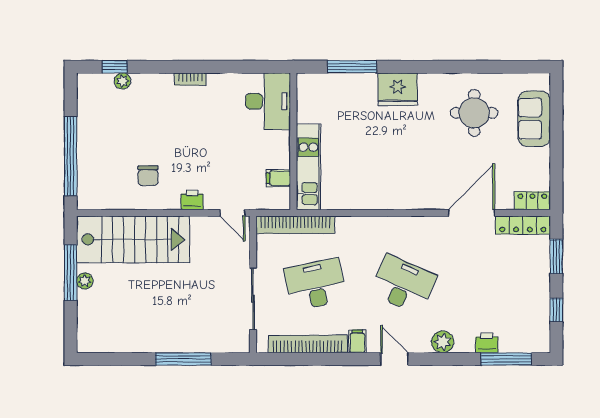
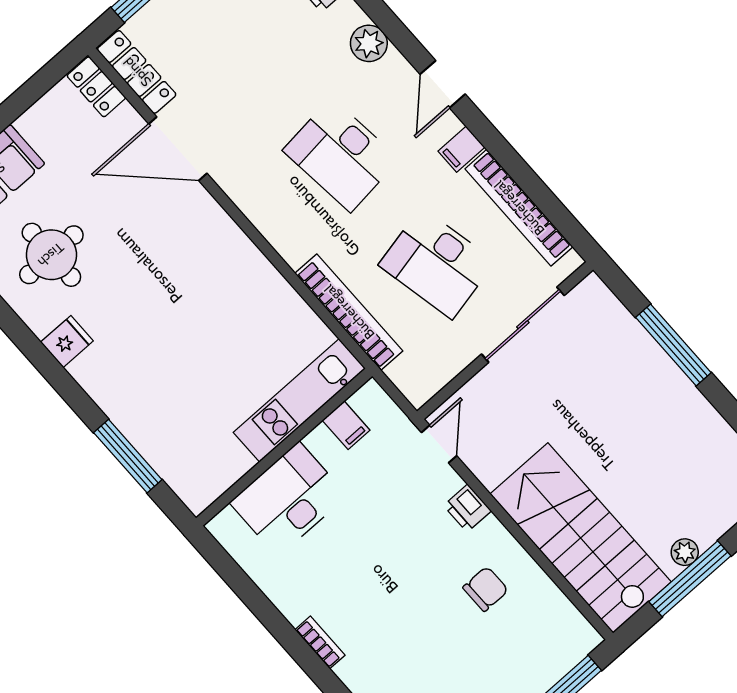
fridge: (398, 89) -> (67, 342), moved, width x0.53, depth x0.75
desk: (268, 101) -> (288, 499), moved
bookcase: (295, 225) -> (349, 312), moved
desk: (403, 284) -> (341, 155), turned -30

